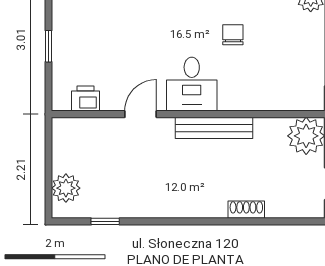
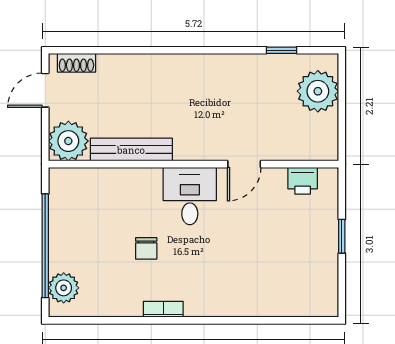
bench: (214, 128) -> (131, 150), moved
plant: (66, 188) -> (318, 91), width x1.36, depth x1.36
shoe rack: (246, 210) -> (76, 63), moved

